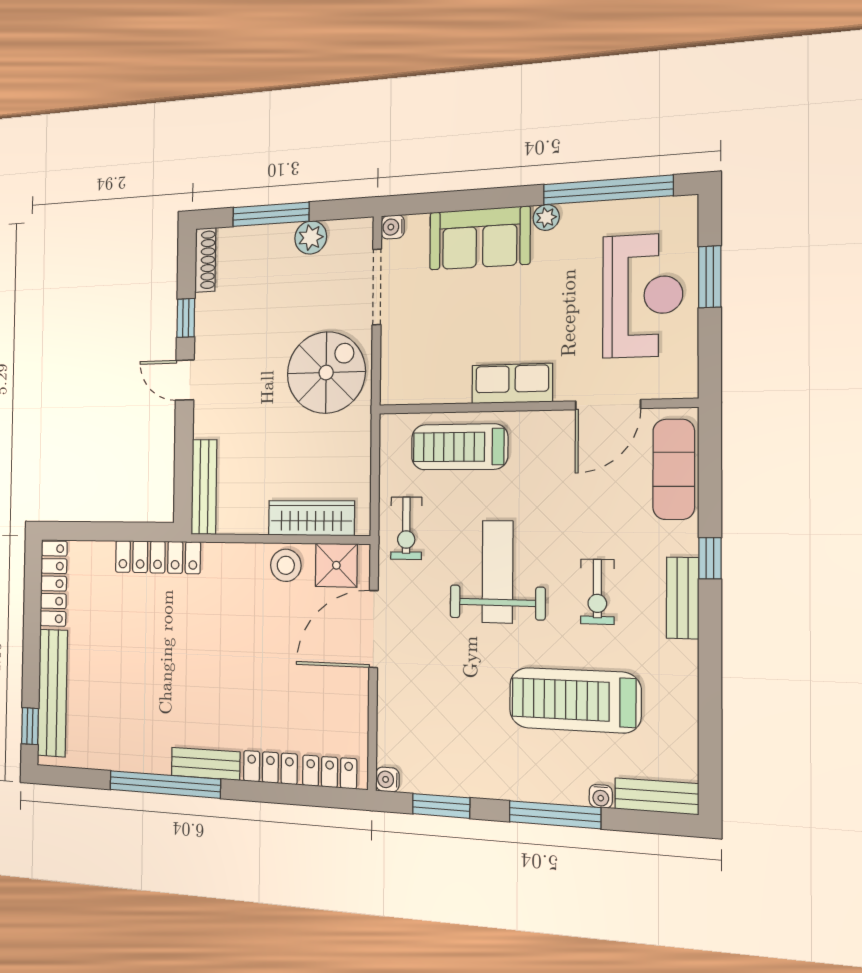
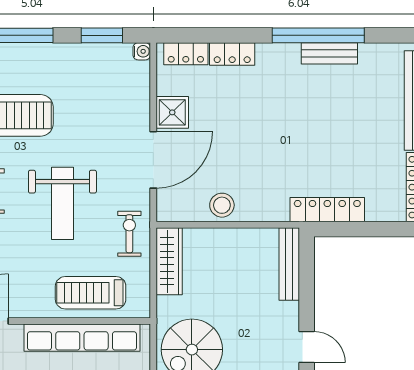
row of seats: (512, 384) -> (82, 338), width x2.02
treadmill: (459, 447) -> (91, 293), turned 180
wardrobe: (311, 518) -> (169, 261), moved, turned -90
shower: (336, 565) -> (172, 112), moved
bench: (206, 764) -> (329, 53), moved

